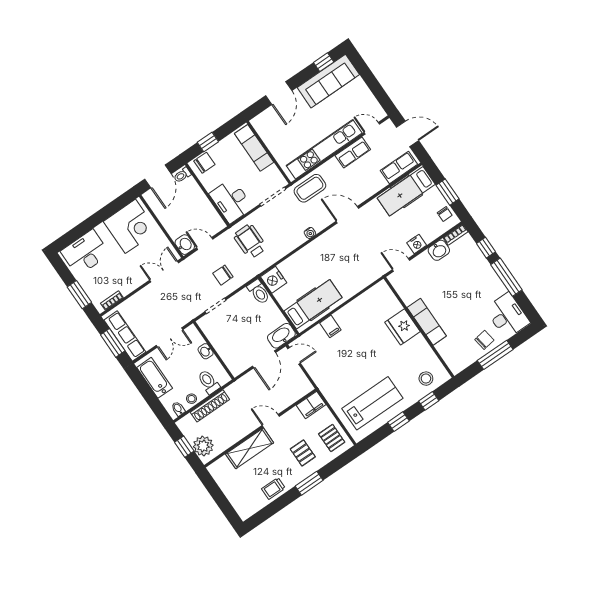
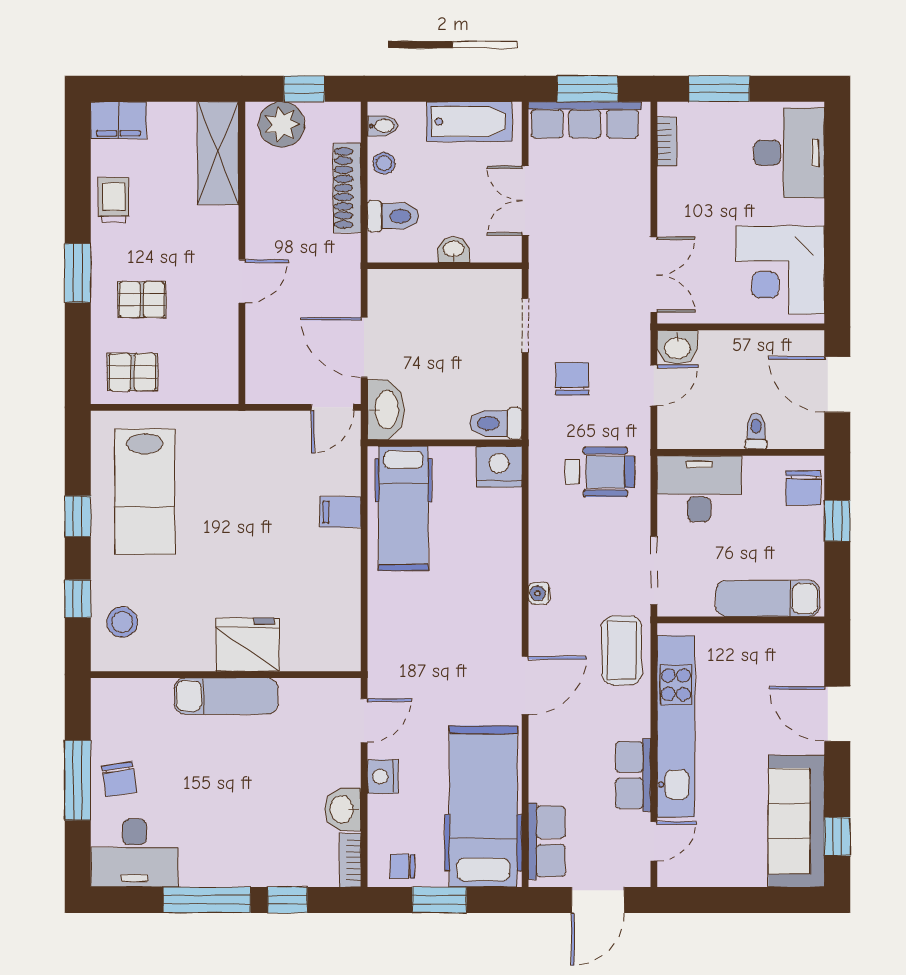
toilet: (182, 175) -> (756, 431), moved
hospital bed: (406, 191) -> (483, 806), width x1.37, depth x1.29
filing cabinet: (311, 405) -> (118, 120), moved, turned -90
shelving: (250, 448) -> (218, 153), moved

